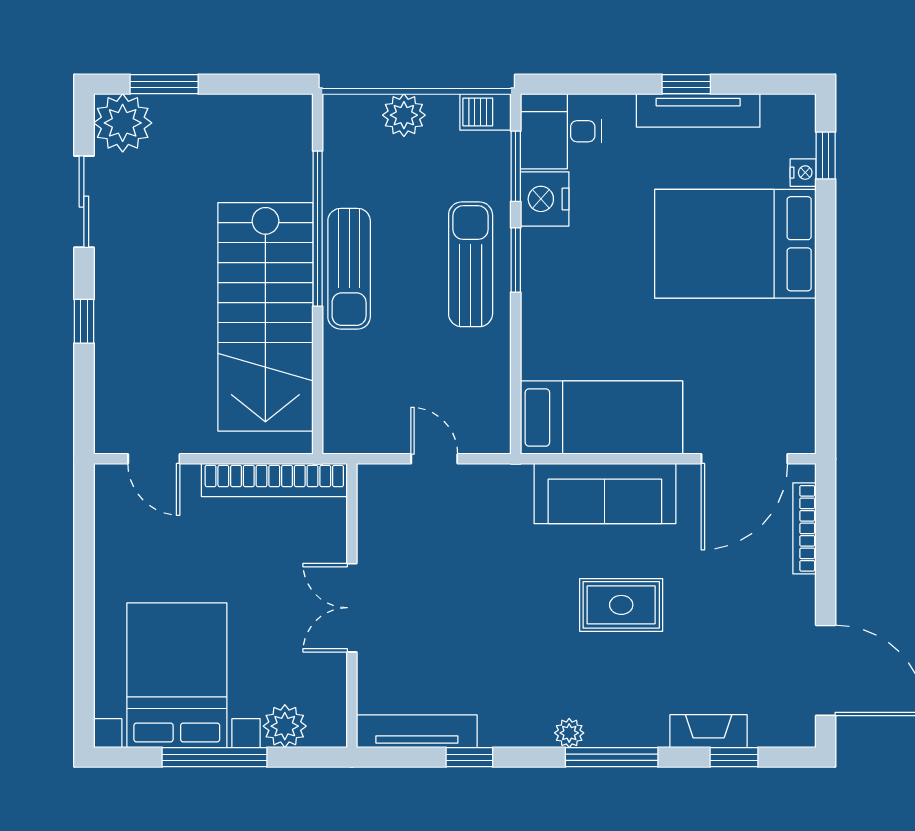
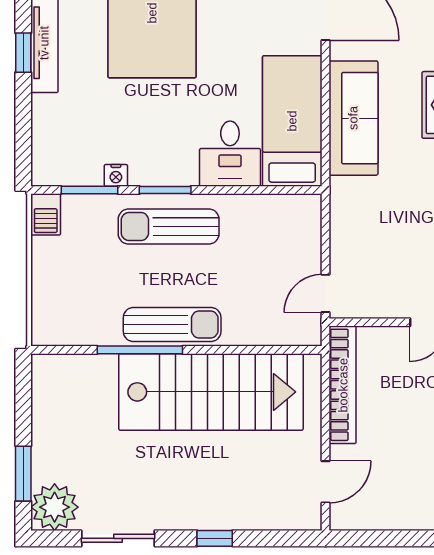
plant: (404, 115) -> (48, 280), removed
desk: (561, 131) -> (230, 154), moved
nightstand: (545, 199) -> (116, 175), width x0.53, depth x0.56
window: (318, 229) -> (140, 350), width x0.68
door: (434, 459) -> (325, 293), moved

